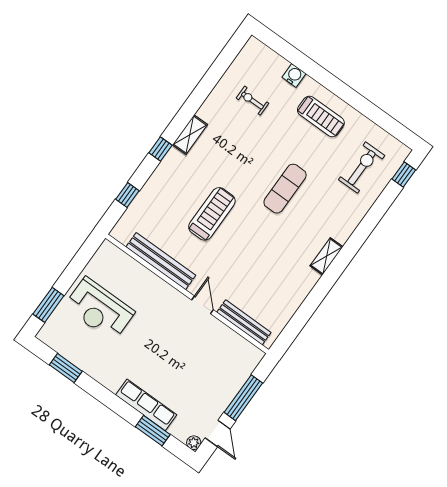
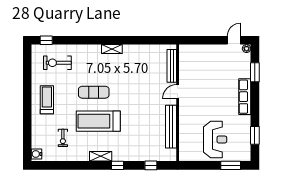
water cooler: (294, 75) -> (37, 154), moved
treadmill: (212, 214) -> (98, 121), moved, width x1.37, depth x1.38
window: (243, 398) -> (208, 40), removed
row of seats: (146, 405) -> (245, 97), moved

